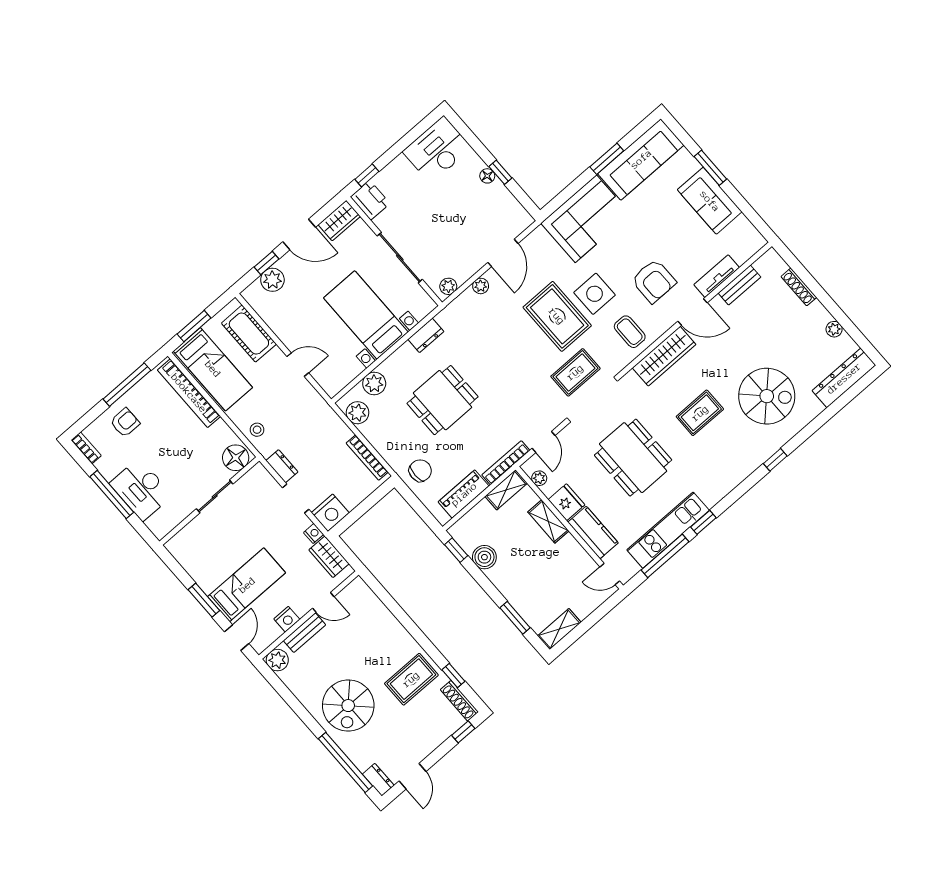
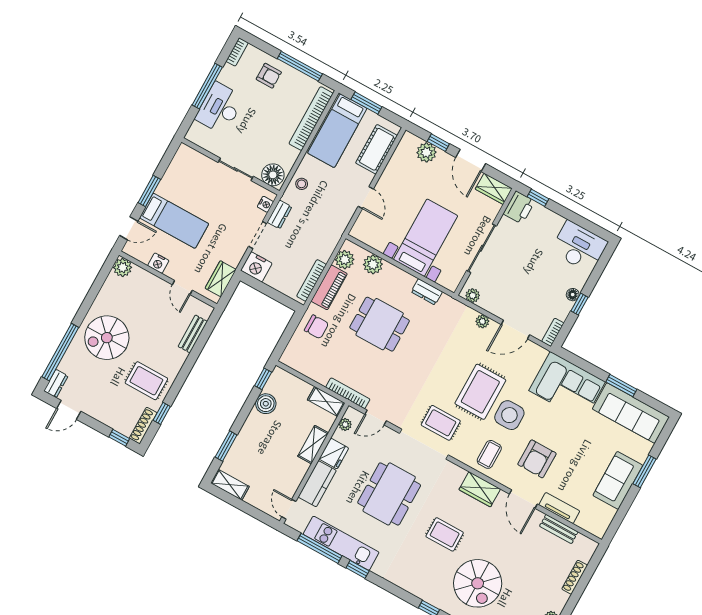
bookcase: (521, 213) -> (553, 332), added
wardrobe: (664, 356) -> (480, 489), width x0.67
piano: (464, 494) -> (329, 287), moved, turned 90
nightstand: (314, 534) -> (265, 204), moved
bench: (304, 633) -> (193, 334), moved, turned 90

